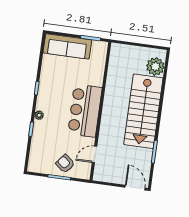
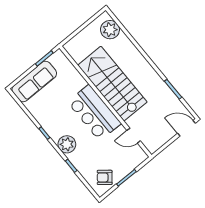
stairs: (143, 111) -> (112, 84), moved, turned 180
plant: (39, 115) -> (67, 144), width x1.88, depth x1.88
door: (94, 154) -> (134, 136), hinge flipped
armchair: (65, 164) -> (105, 177), moved

